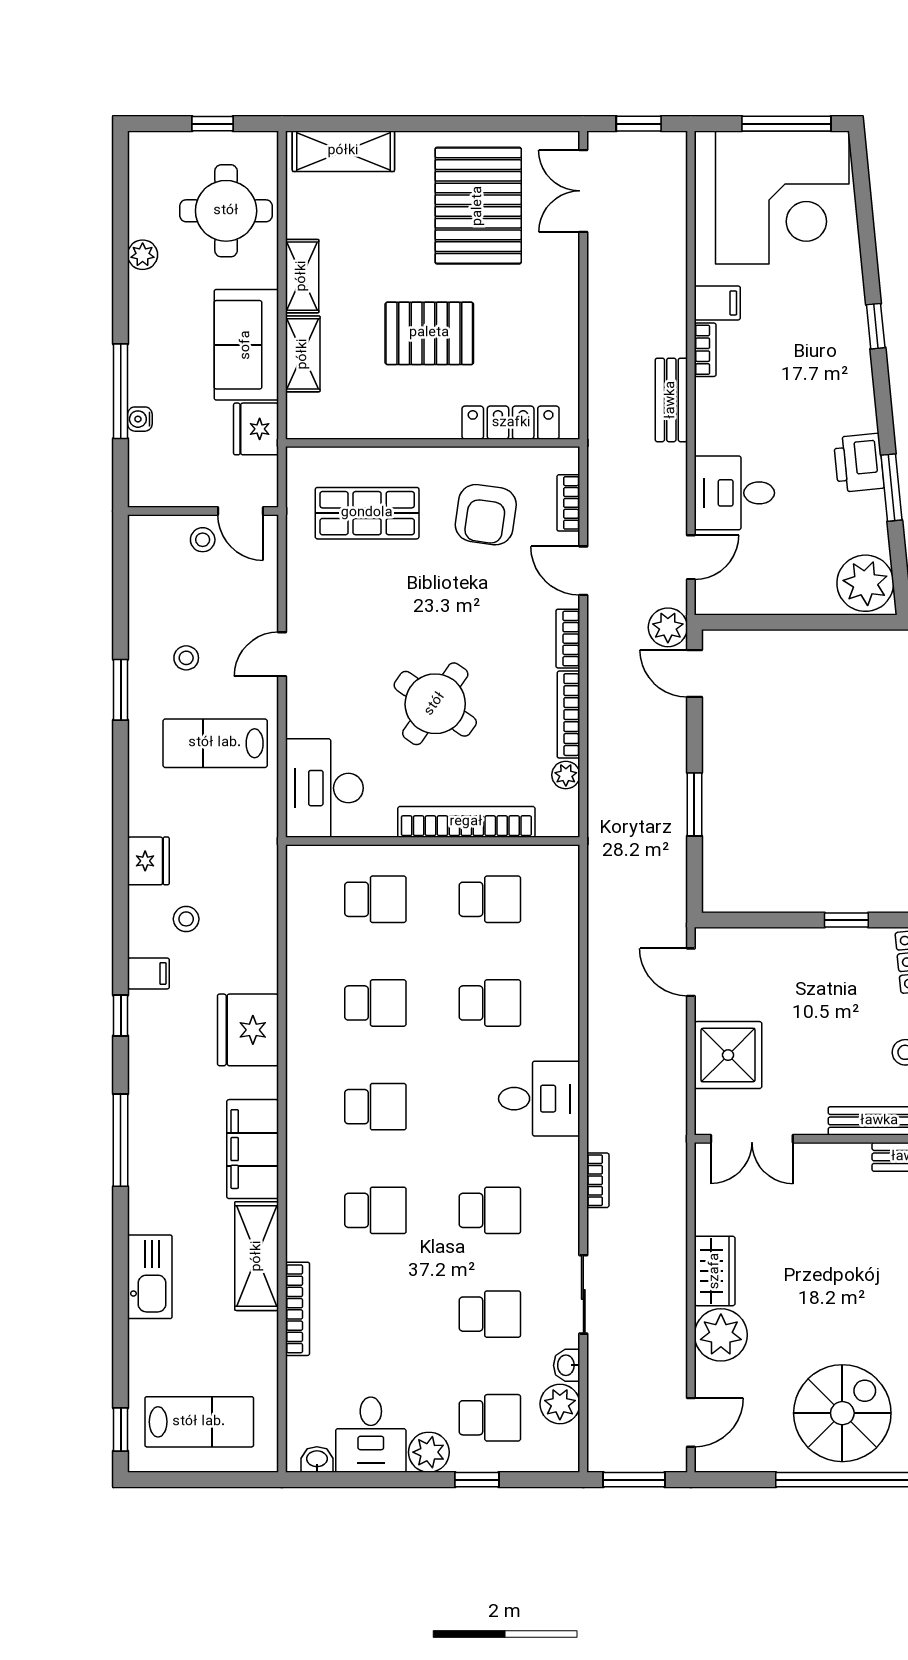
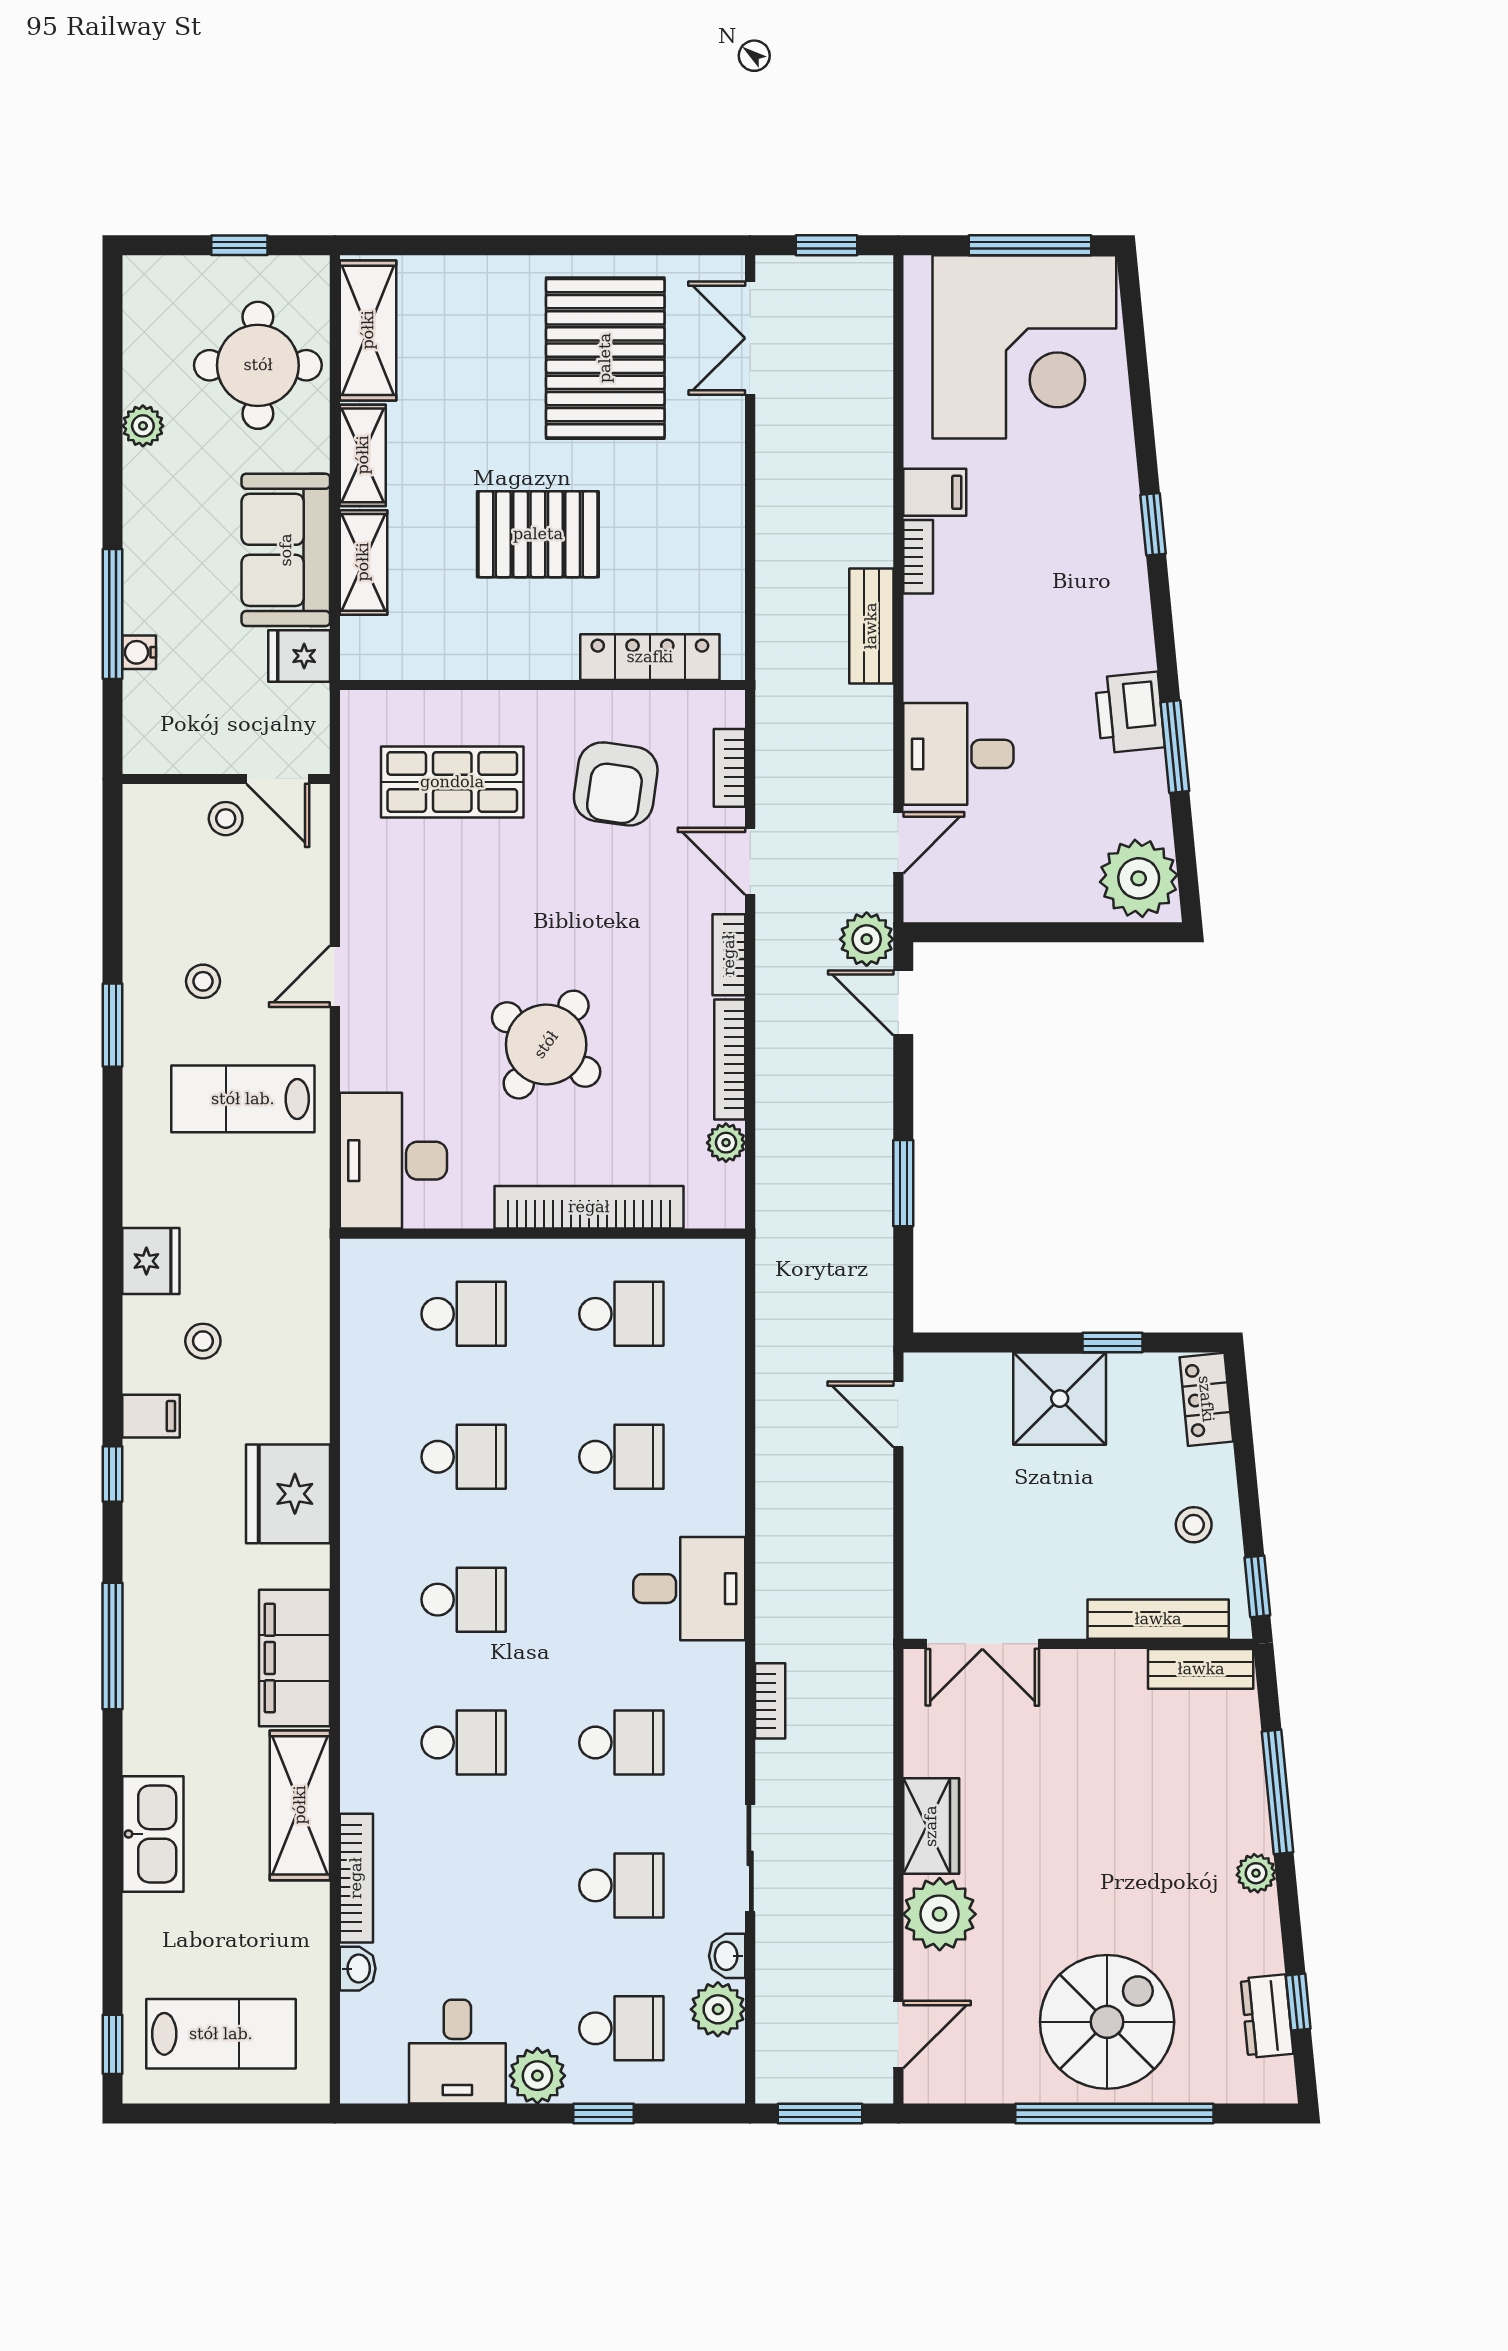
shelving: (343, 151) -> (368, 330), moved, turned 90
fridge: (256, 429) -> (299, 656), width x0.72
shower: (728, 1055) -> (1060, 1399), moved
washbasin: (317, 1460) -> (358, 1969), moved, turned 90

